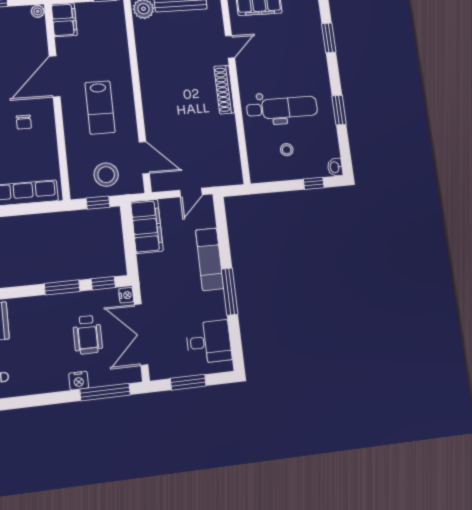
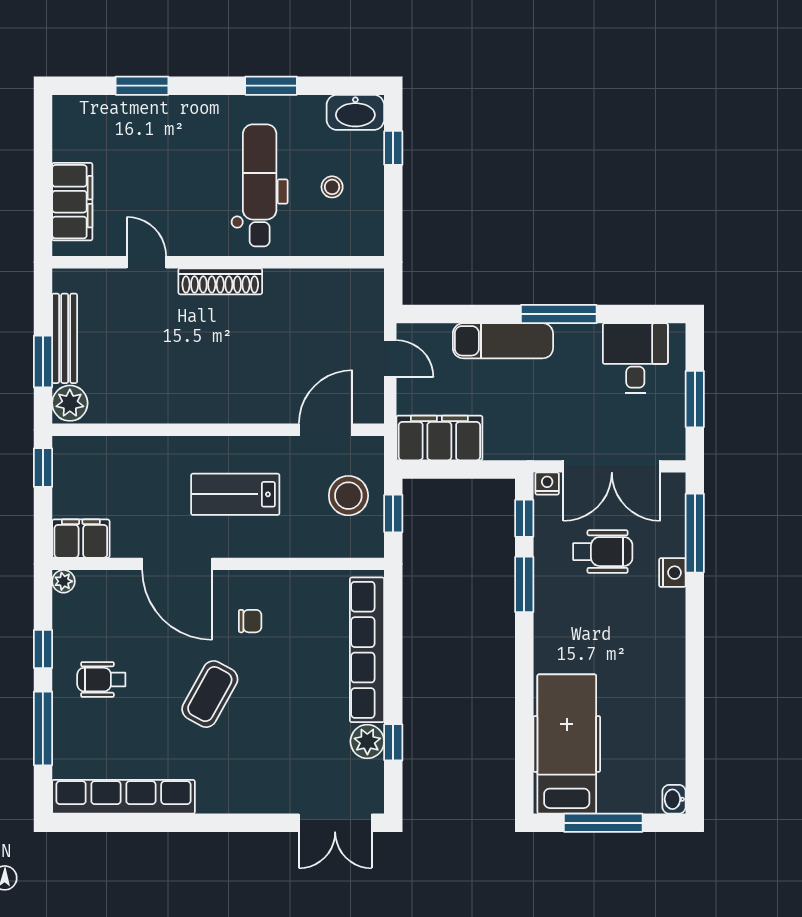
lab bench: (100, 108) -> (235, 494), turned 180
washbasin: (335, 167) -> (355, 112), width x1.91, depth x1.45

